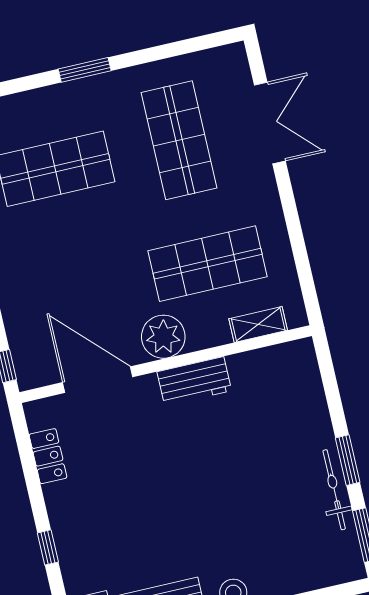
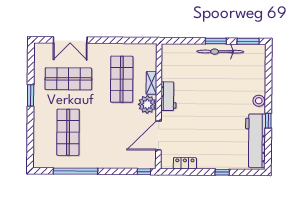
window: (85, 70) -> (31, 95), moved
double door: (270, 123) -> (70, 40), swing flipped
shelving: (258, 324) -> (151, 83), moved
bicycle: (334, 490) -> (220, 52), width x1.37, depth x1.40

